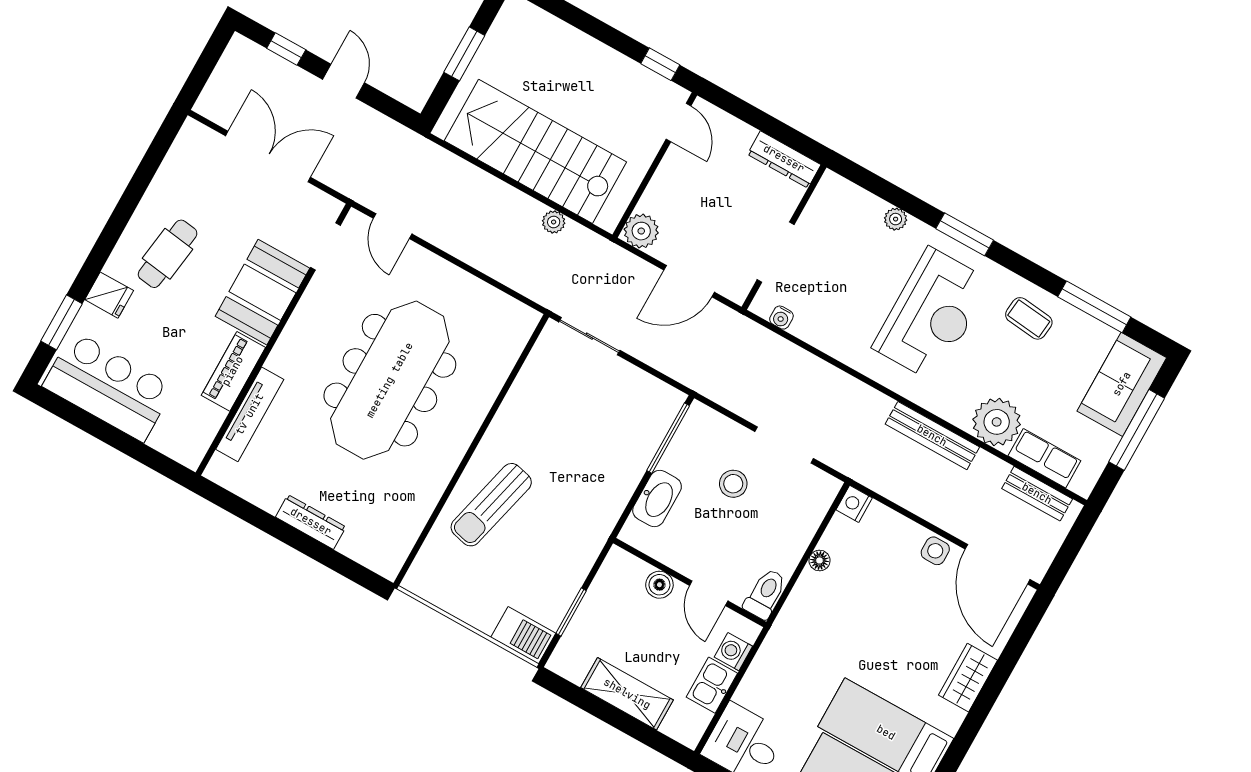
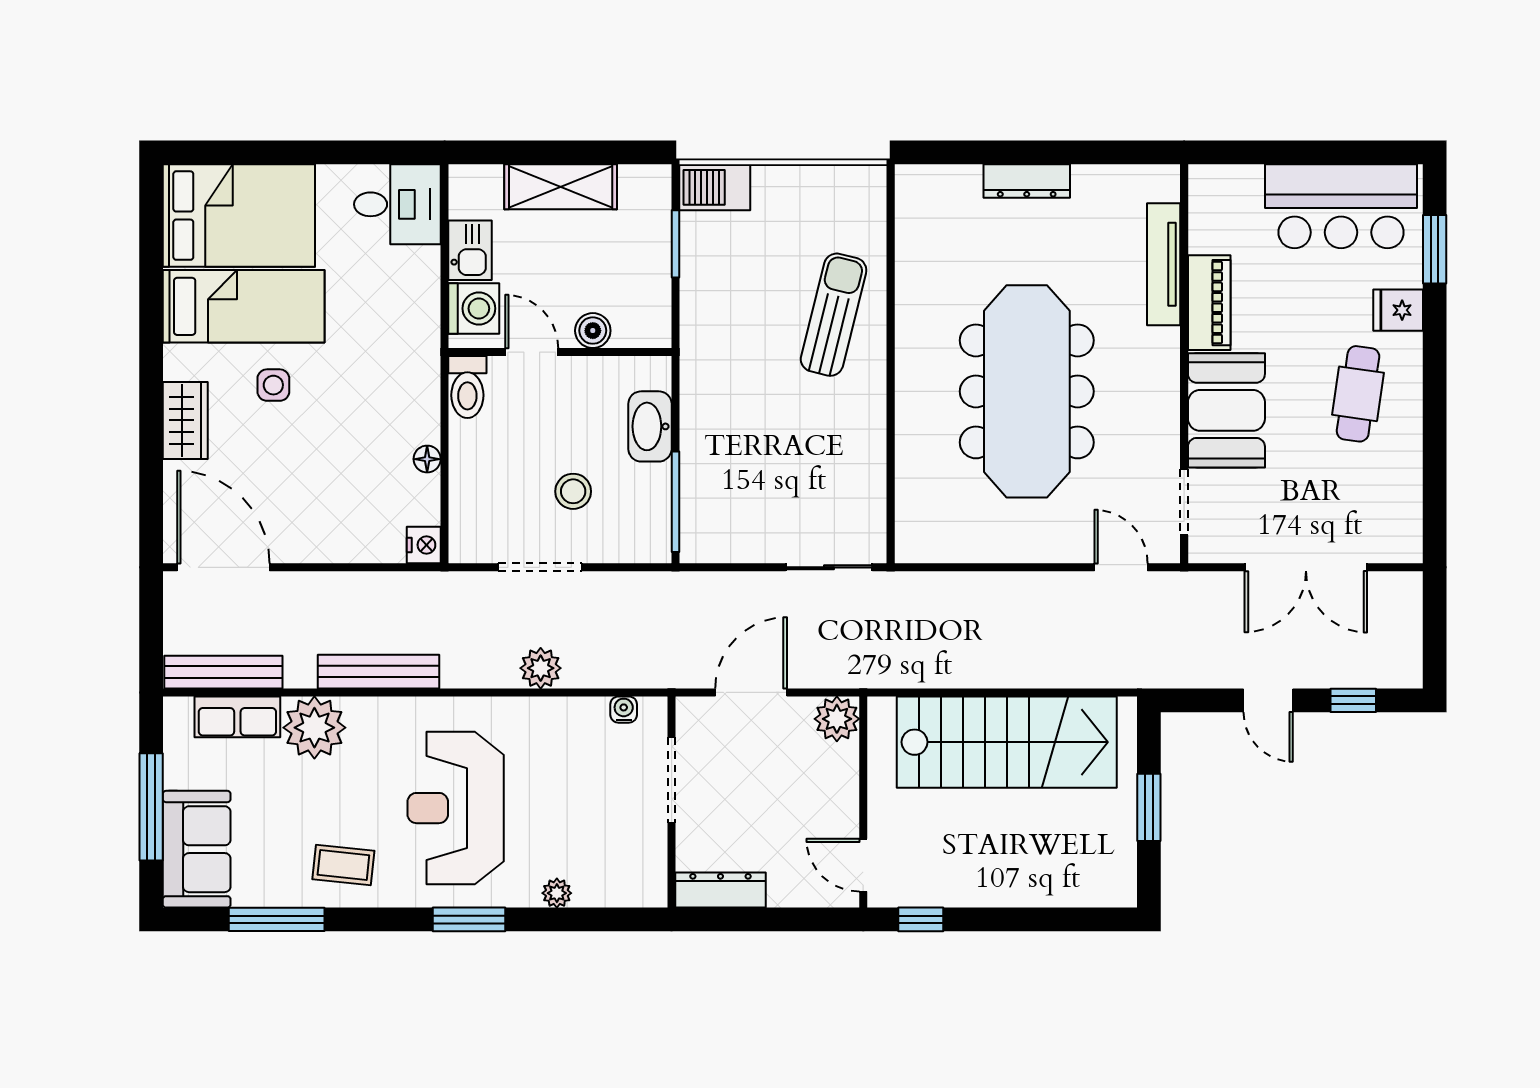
plant: (554, 222) -> (541, 668), moved, width x1.38, depth x1.38
bench: (1037, 494) -> (223, 672), width x1.36
side table: (935, 551) -> (273, 385), moved
washing machine: (733, 652) -> (474, 308), width x1.38, depth x1.38

